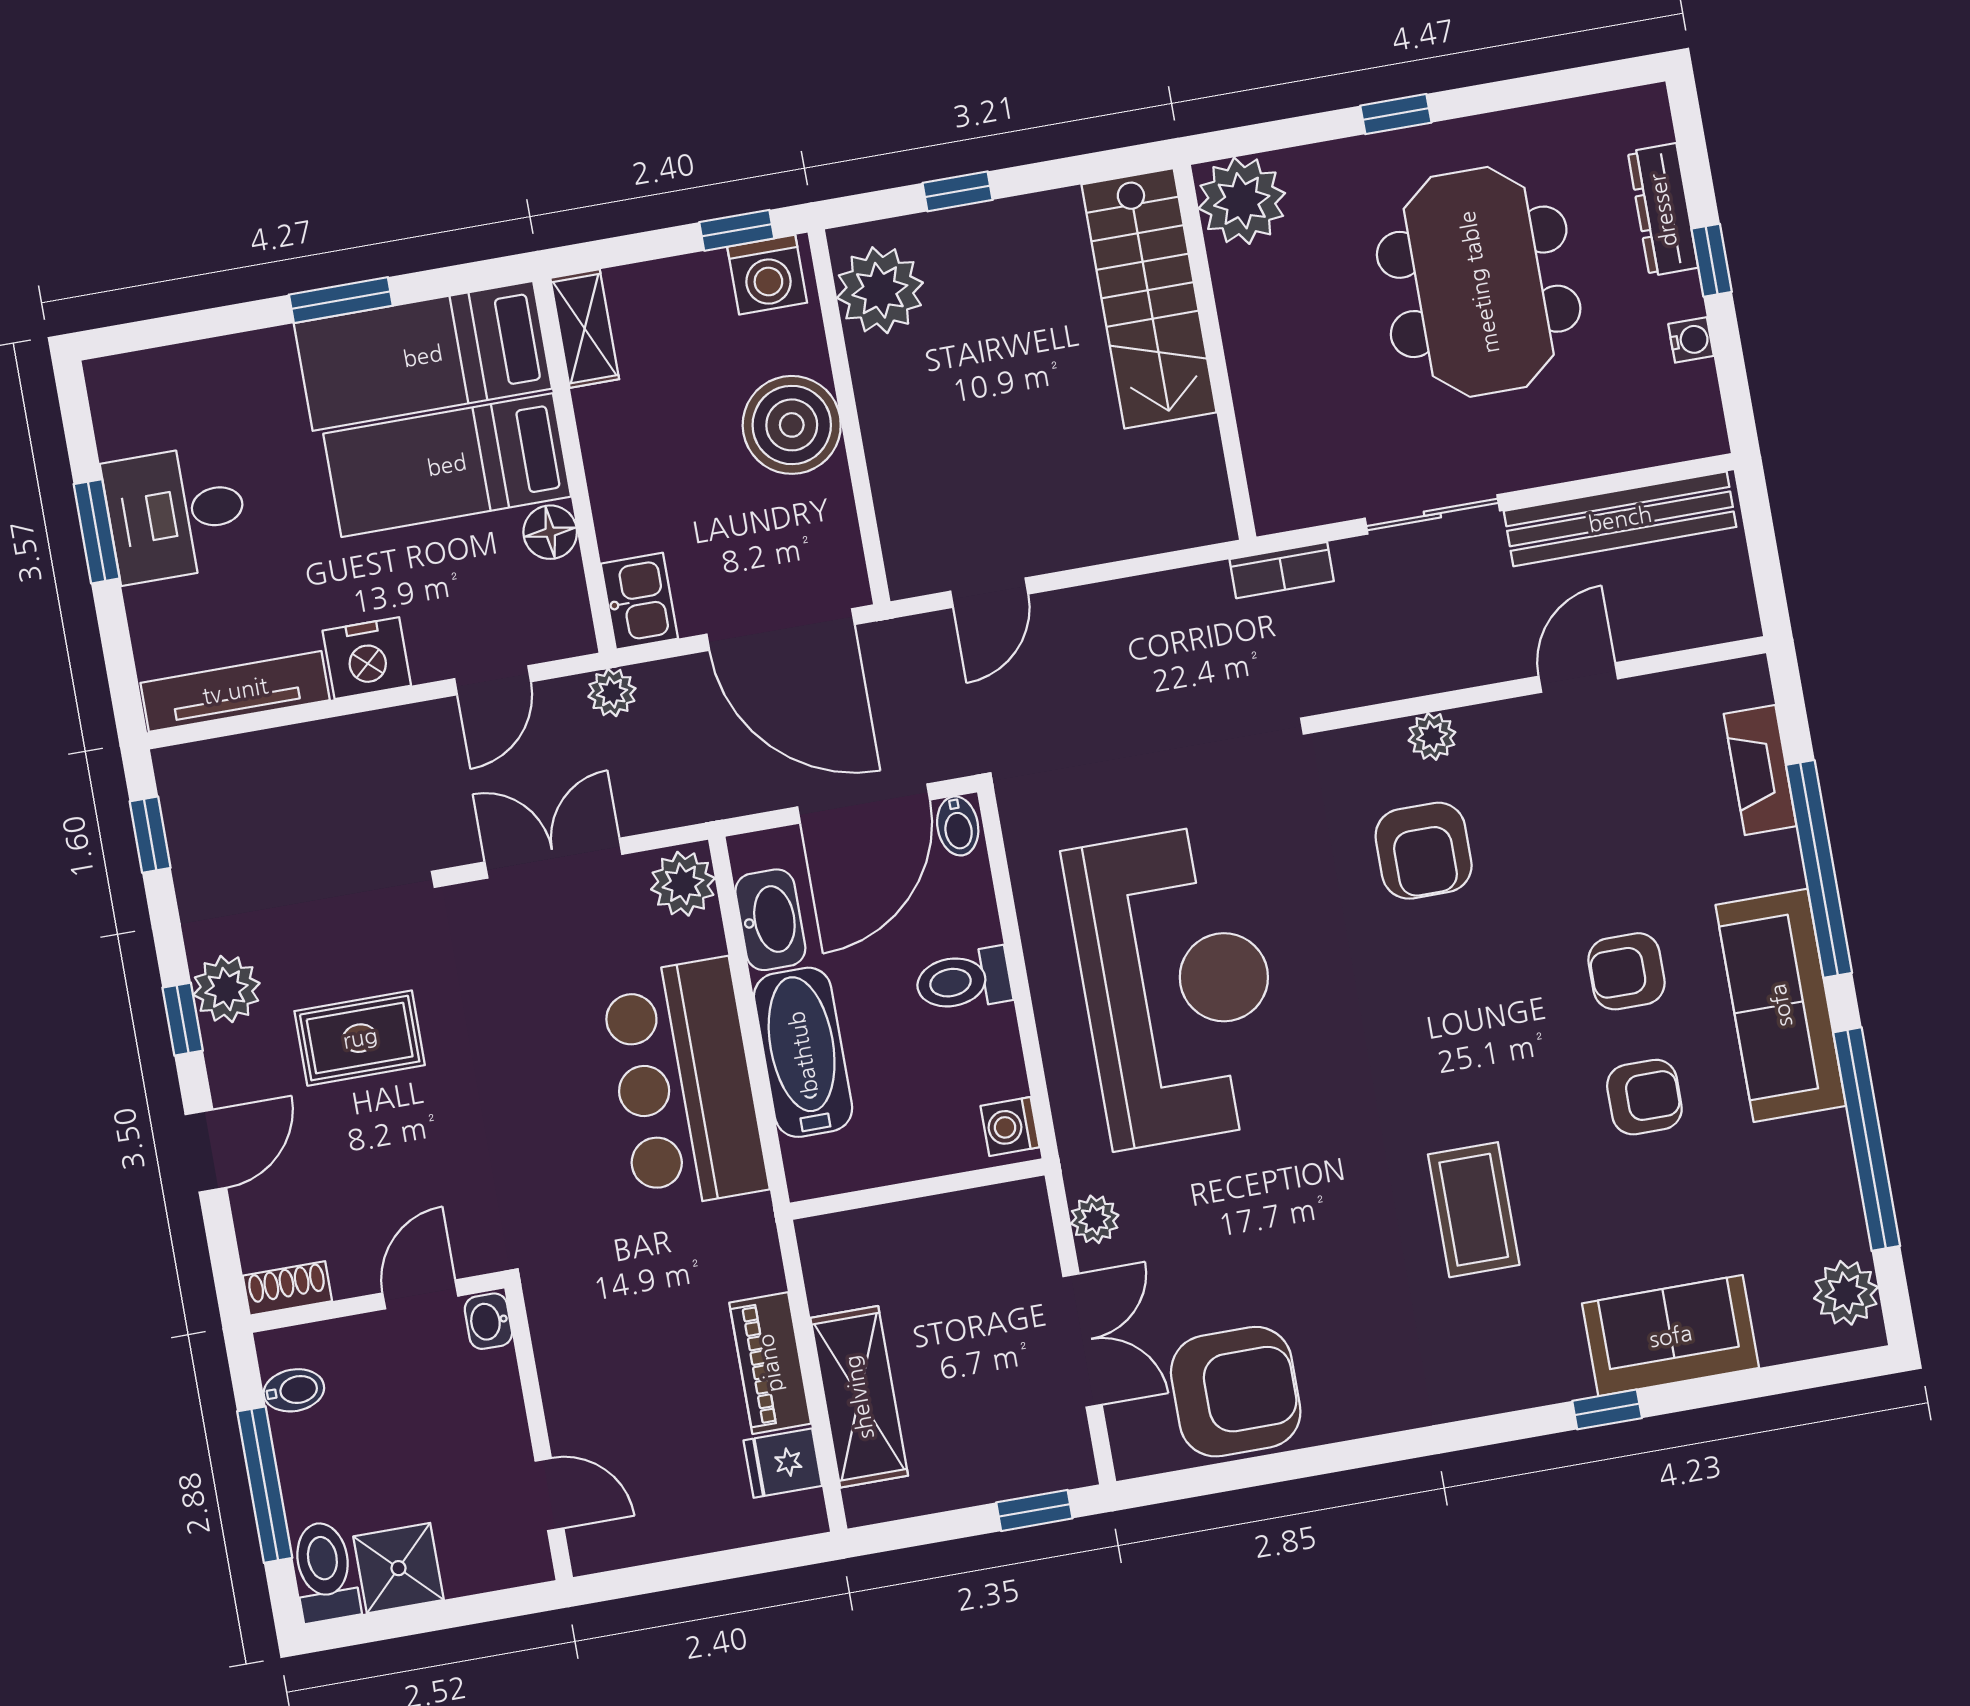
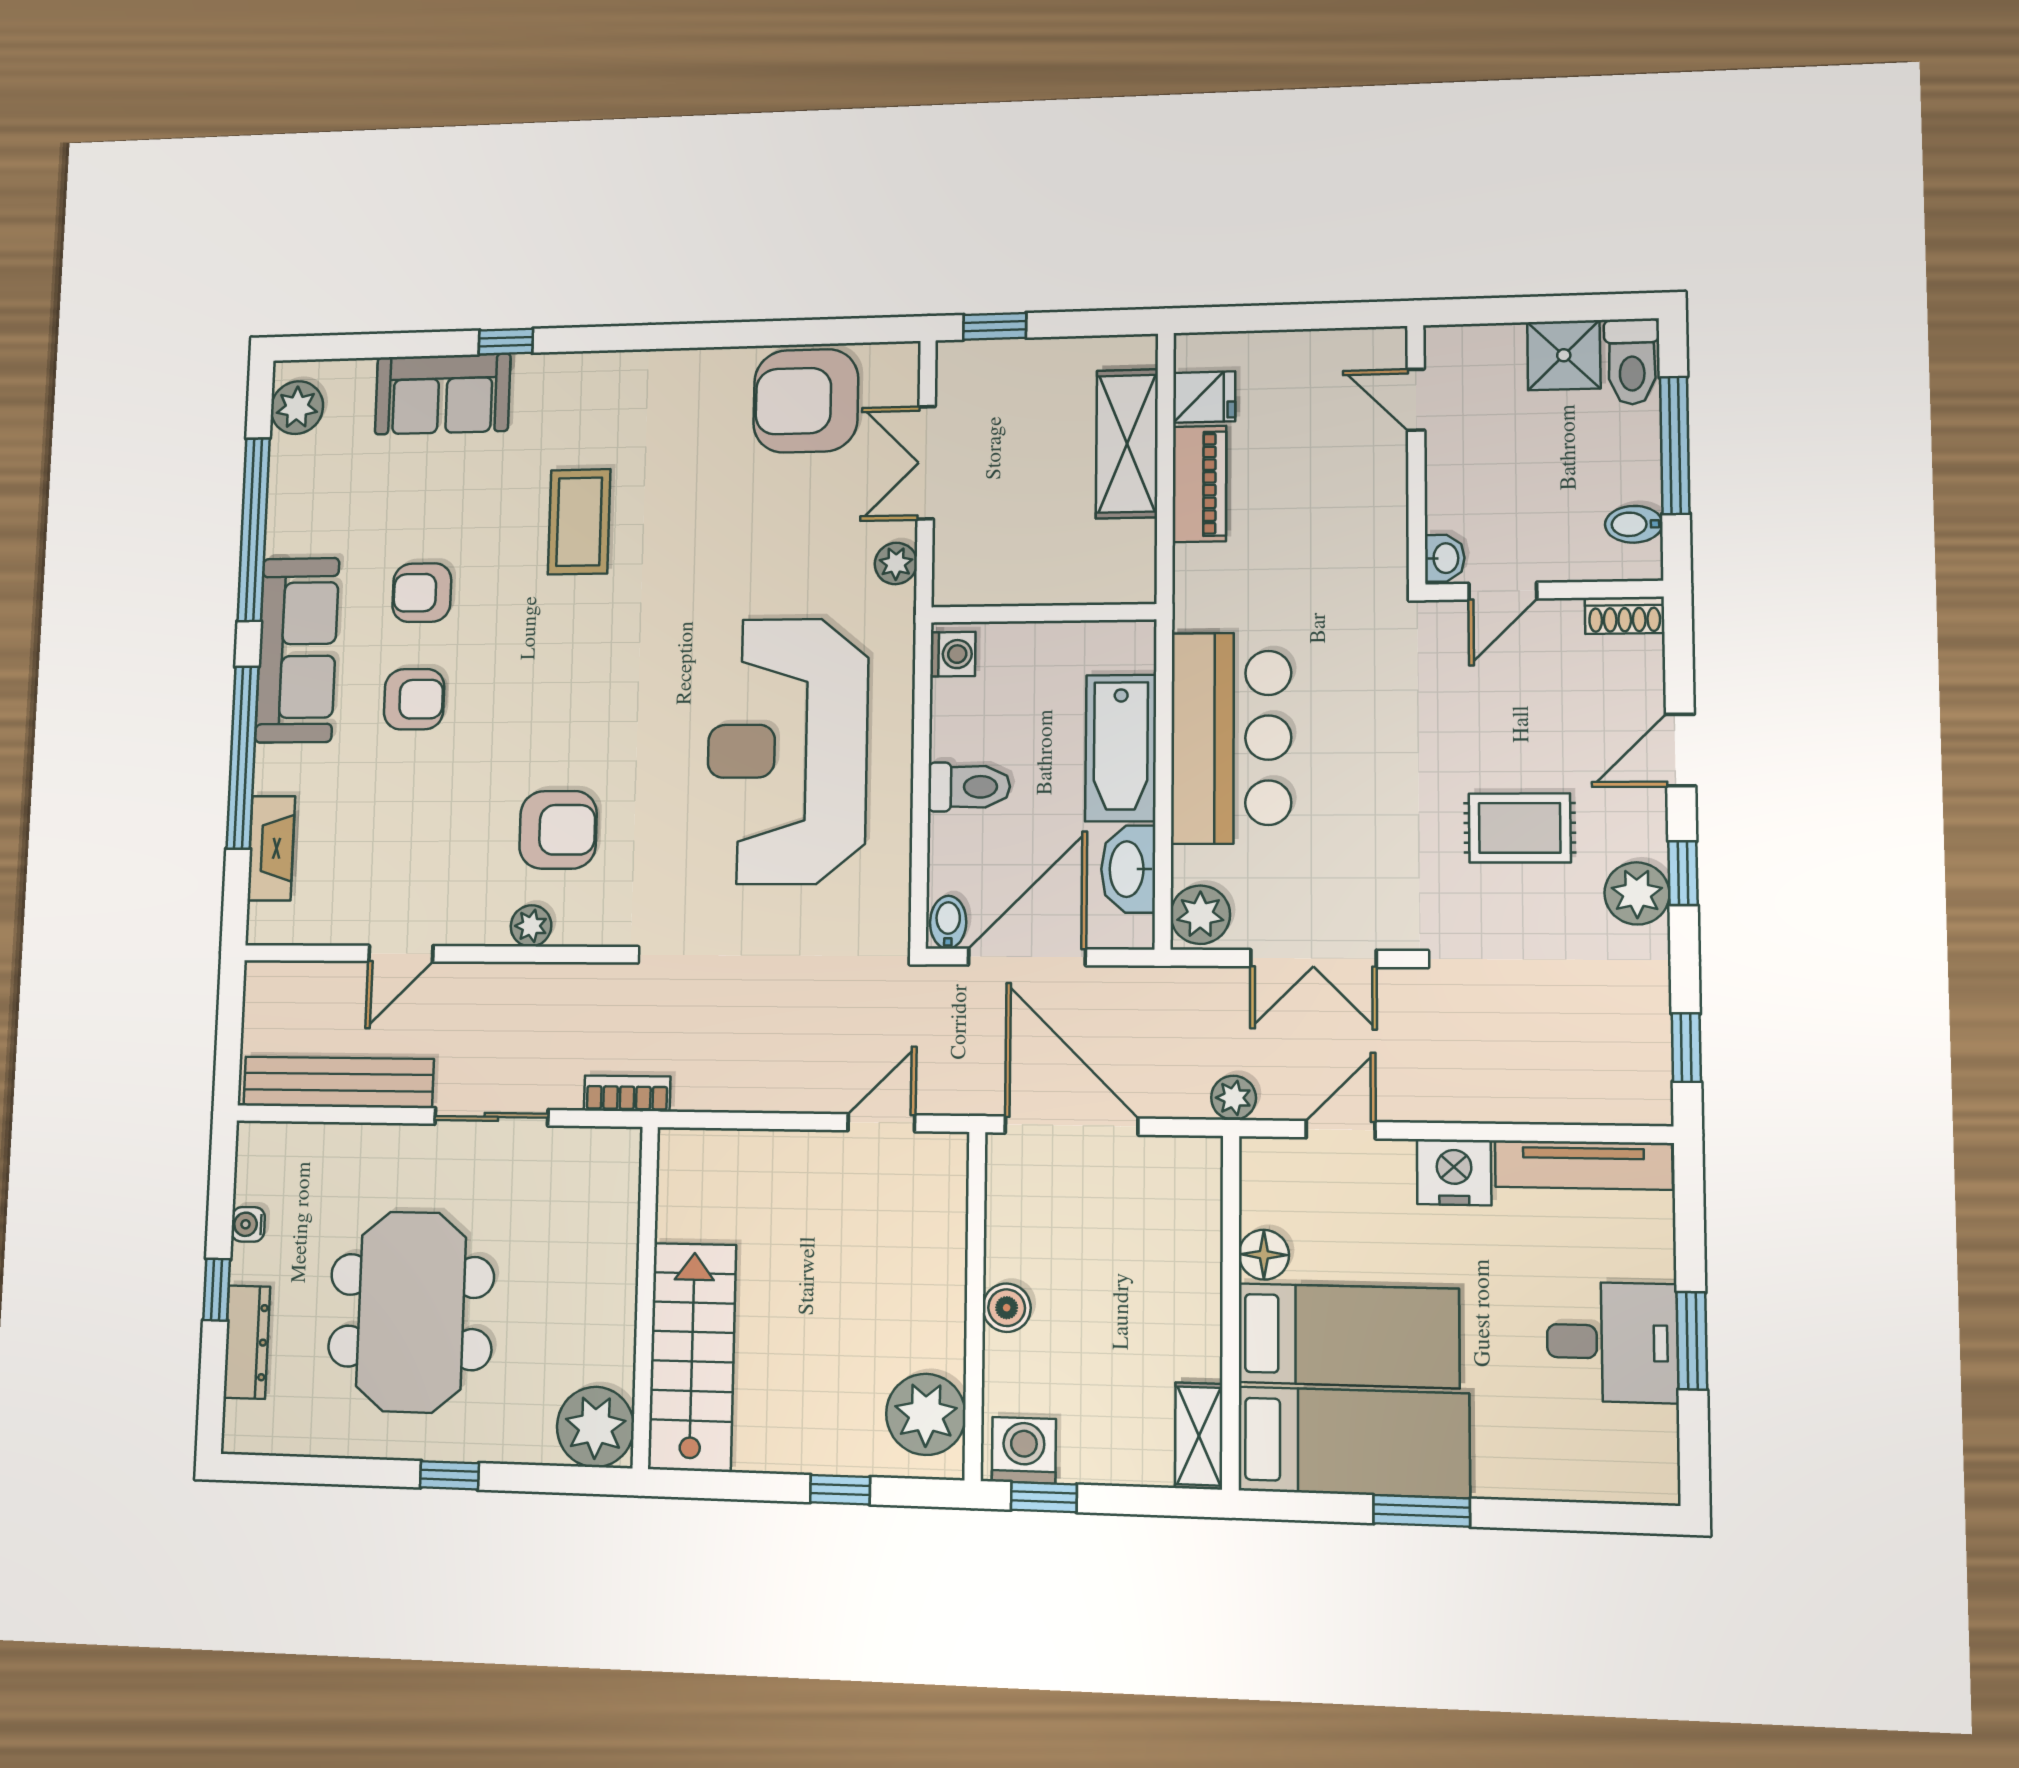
boiler: (792, 425) -> (1007, 1308), width x0.54, depth x0.54
kitchen sink: (639, 601) -> (1194, 1176), removed
armchair: (1424, 851) -> (558, 830), turned 90

